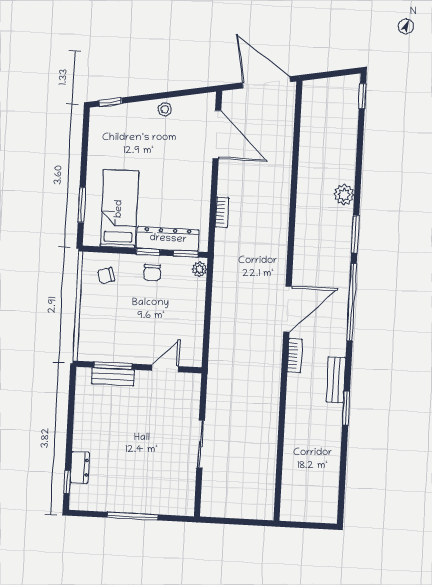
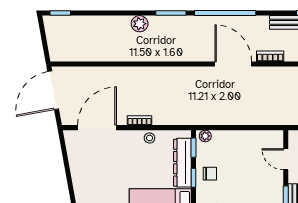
stool: (165, 109) -> (149, 138), moved
bookcase: (222, 212) -> (140, 120), moved

